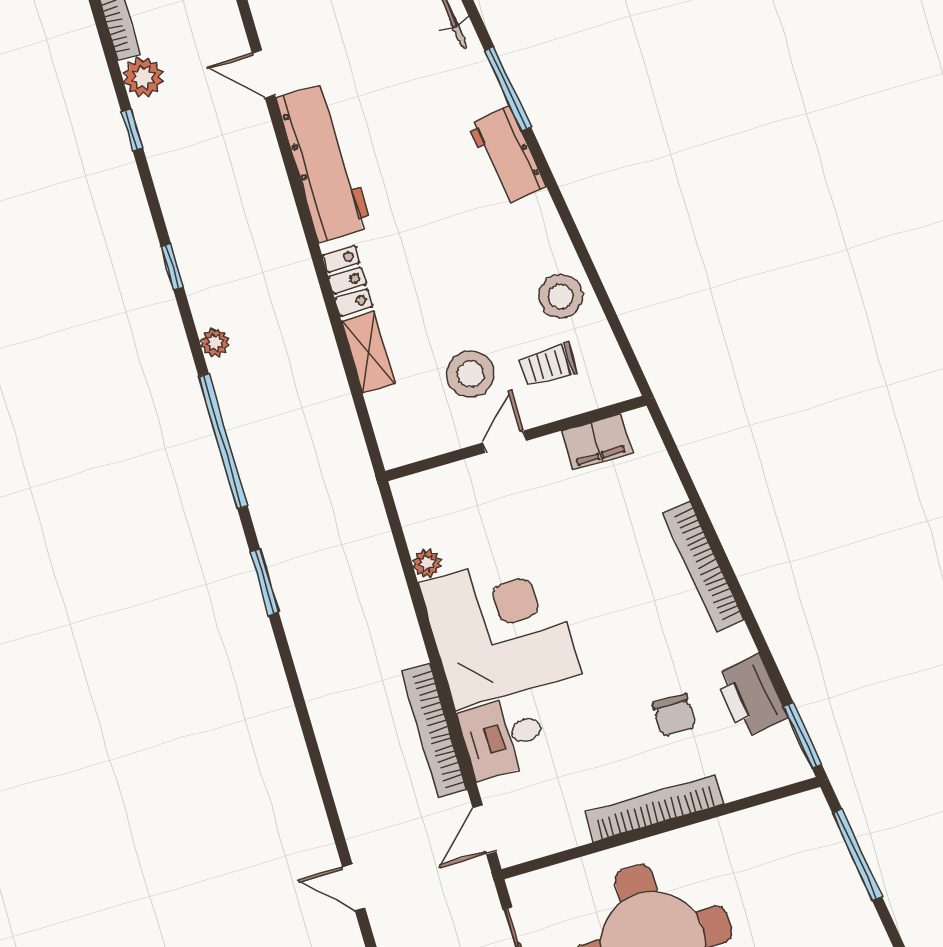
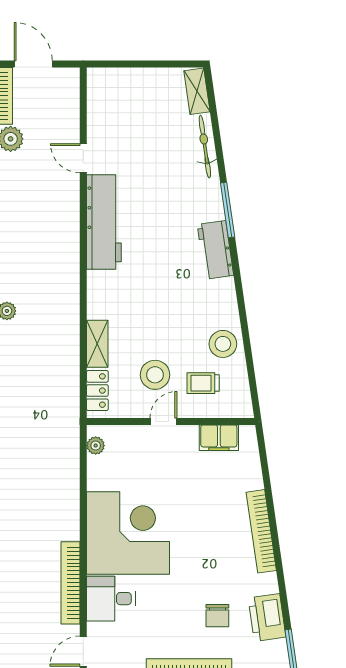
locker: (347, 281) -> (97, 391), moved
plant: (427, 563) -> (96, 446), moved

